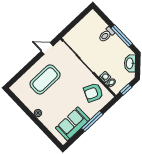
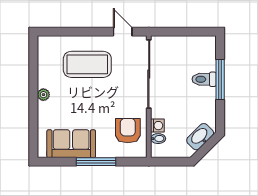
window: (122, 36) -> (220, 79), moved
window: (126, 89) -> (168, 162), removed
armchair: (93, 93) -> (128, 131), turned 67

